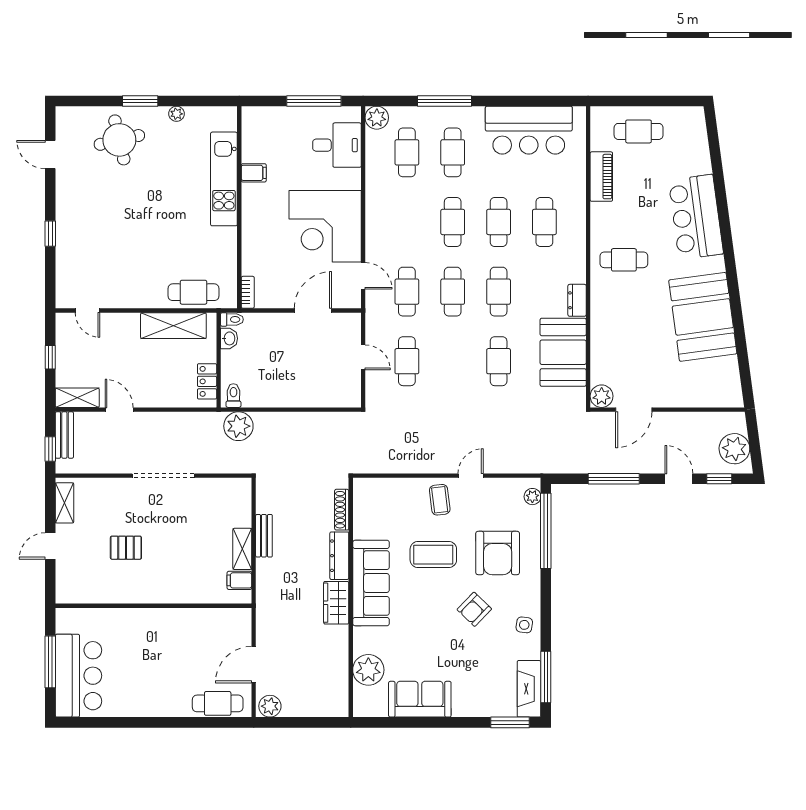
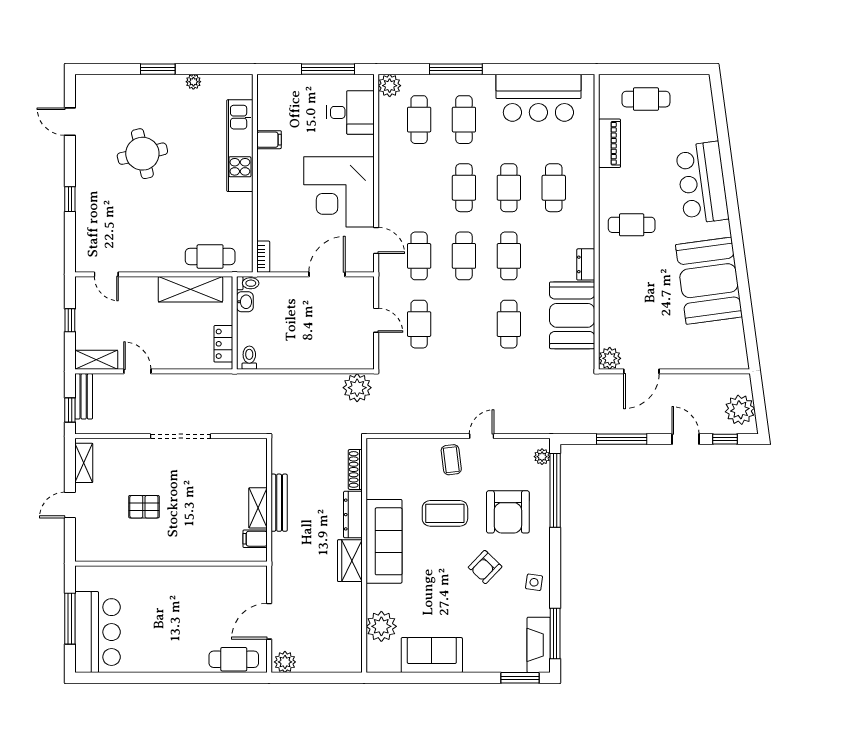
round table: (119, 140) -> (142, 154), moved
plant: (238, 426) -> (357, 388), moved
bench: (264, 536) -> (279, 503), width x1.36

